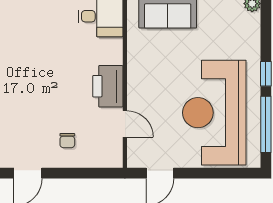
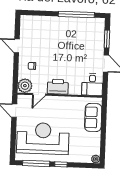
plant: (108, 153) -> (25, 86), added

